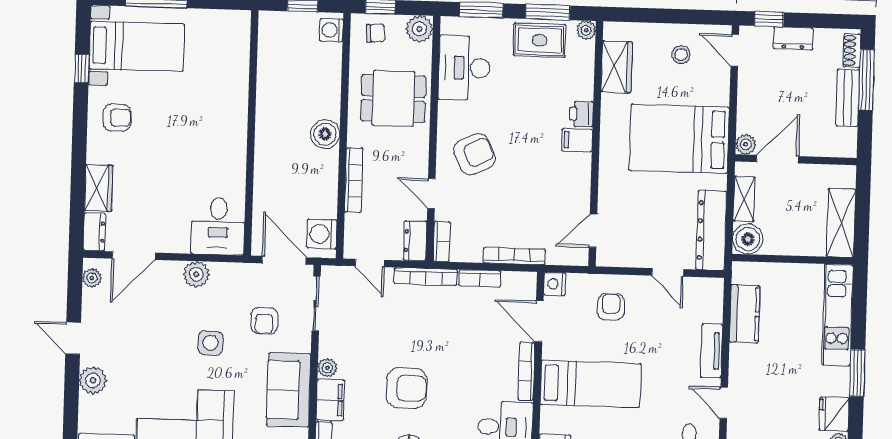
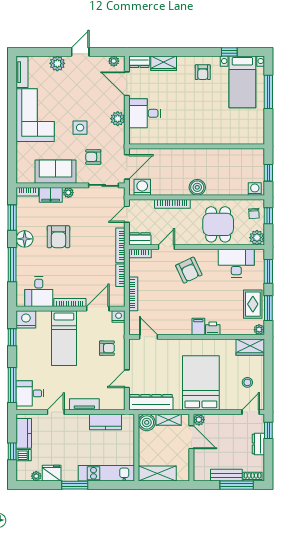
wardrobe: (617, 67) -> (250, 347), moved
desk: (218, 226) -> (145, 113), moved

